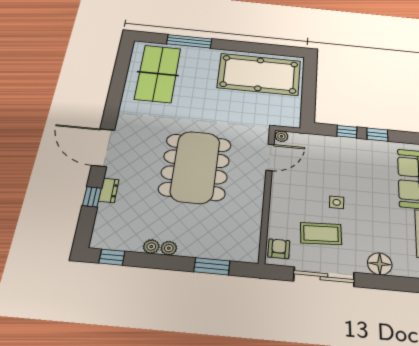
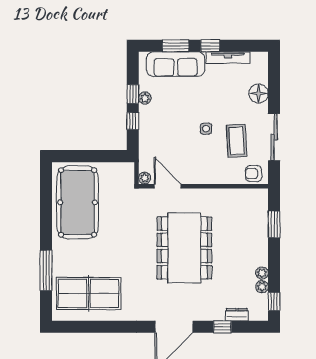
plant: (373, 145) -> (145, 98), added
dining table: (195, 167) -> (184, 248), turned 90
dresser: (109, 190) -> (237, 315), moved
plant: (169, 248) -> (262, 287), moved

